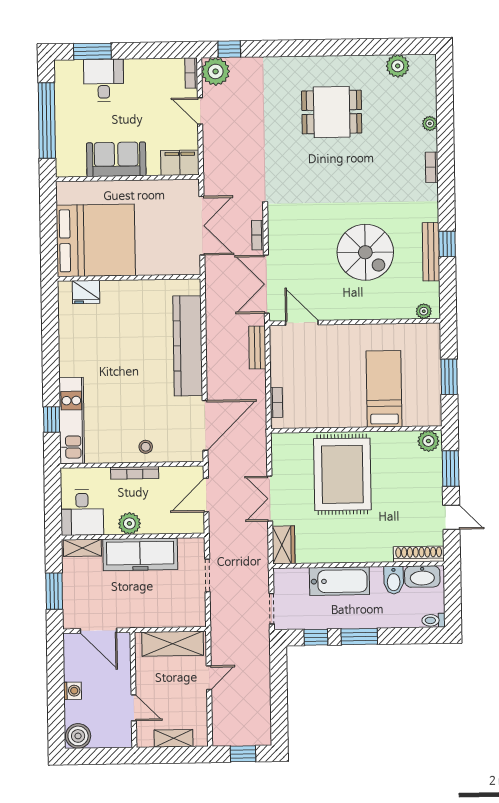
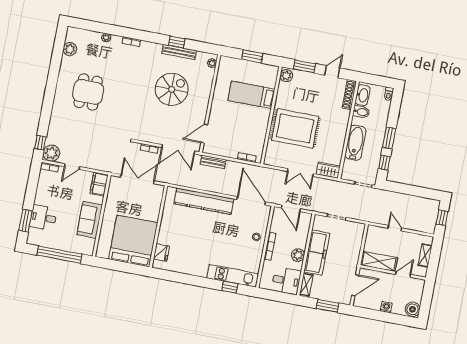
shelving: (173, 644) -> (379, 261), moved, turned 90

